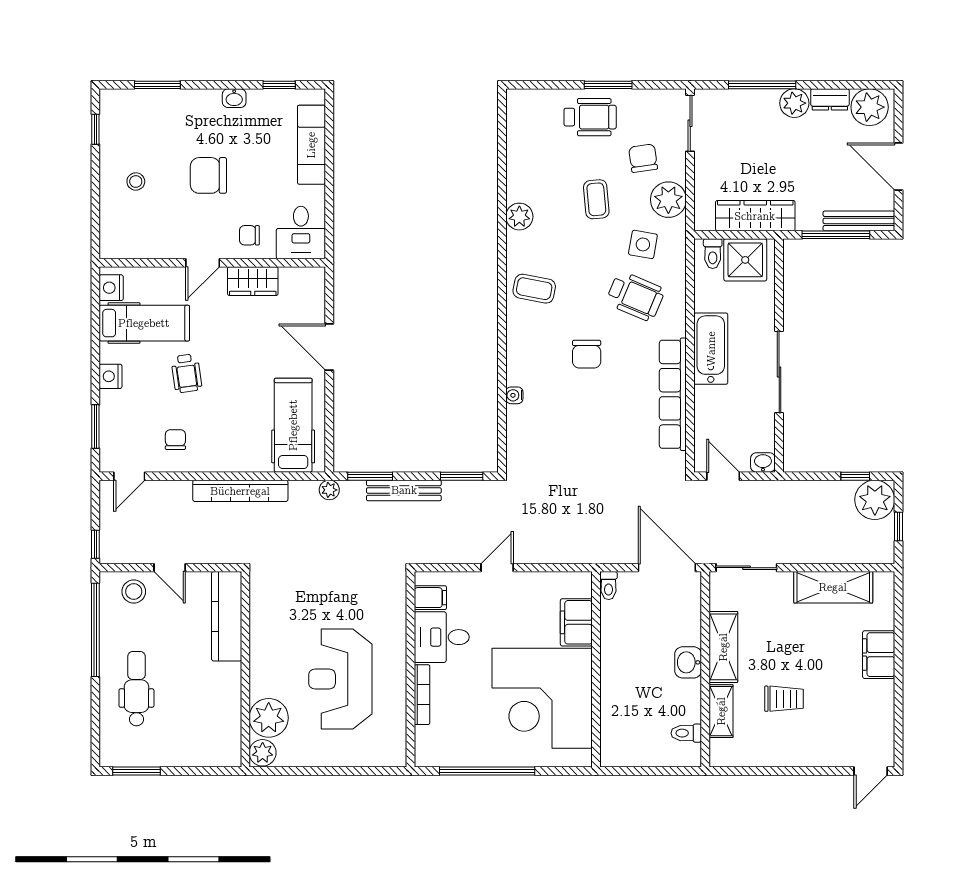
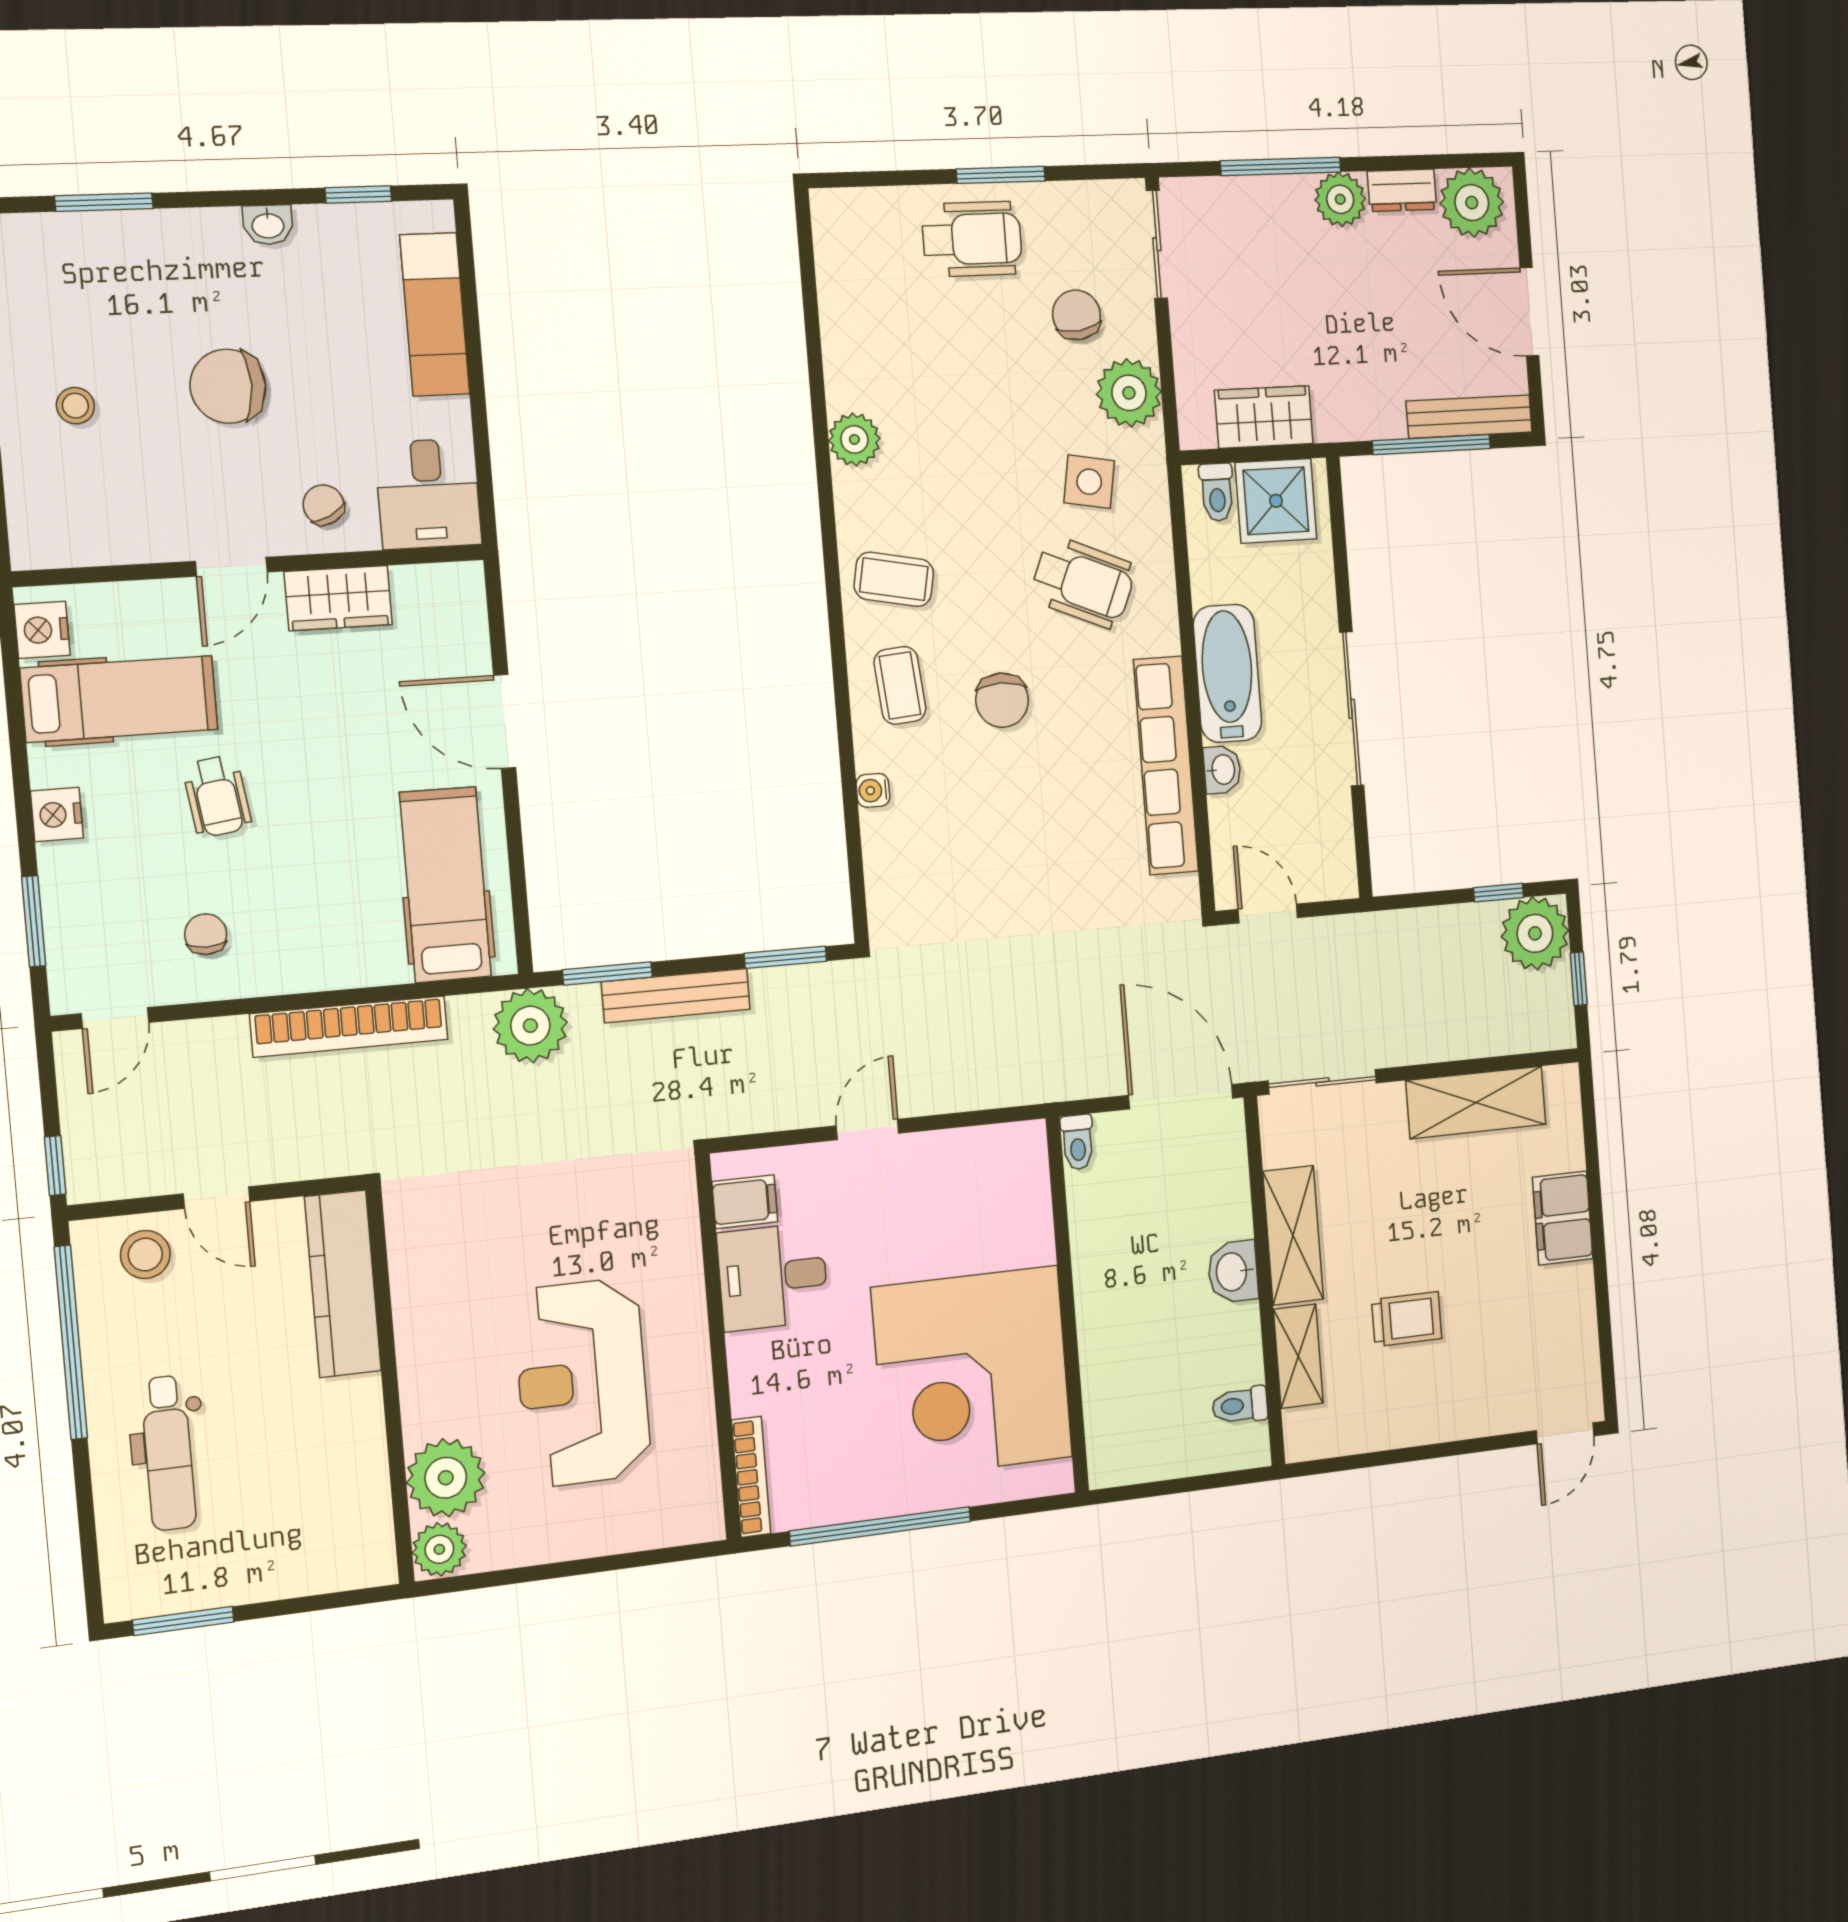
coffee table: (596, 199) -> (900, 685), moved
wardrobe: (755, 216) -> (1264, 417), width x0.67
chair: (249, 235) -> (324, 505), turned 63
washbasin: (763, 462) -> (1222, 770), moved, turned 90
plant: (329, 490) -> (530, 1026), width x1.88, depth x1.88
filing cabinet: (576, 622) -> (1024, 1219), removed
dental chair: (136, 689) -> (168, 1453), turned 180
bookcase: (422, 695) -> (751, 1477), moved

